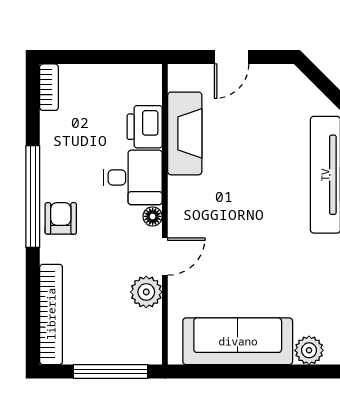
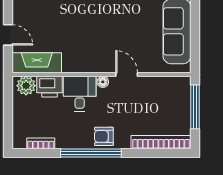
bookcase: (49, 87) -> (41, 143), moved
fireplace: (185, 133) -> (37, 63), moved
plant: (146, 292) -> (26, 86), moved

